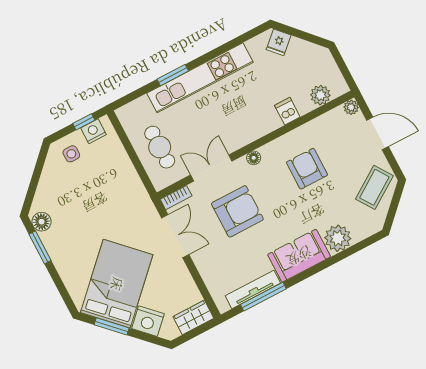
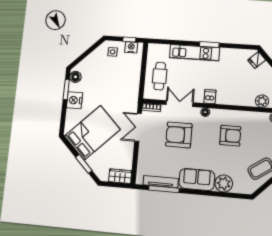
window: (173, 75) -> (209, 45), moved
kitchen unit: (200, 78) -> (194, 53), width x0.73
dishwasher: (287, 111) -> (210, 97), moved
armchair: (307, 169) -> (230, 136), turned 90
armchair: (237, 211) -> (179, 135), turned 180
double door: (175, 236) -> (138, 127), swing flipped
nightstand: (148, 321) -> (74, 100), moved, turned 45
window: (112, 326) -> (84, 164), moved

